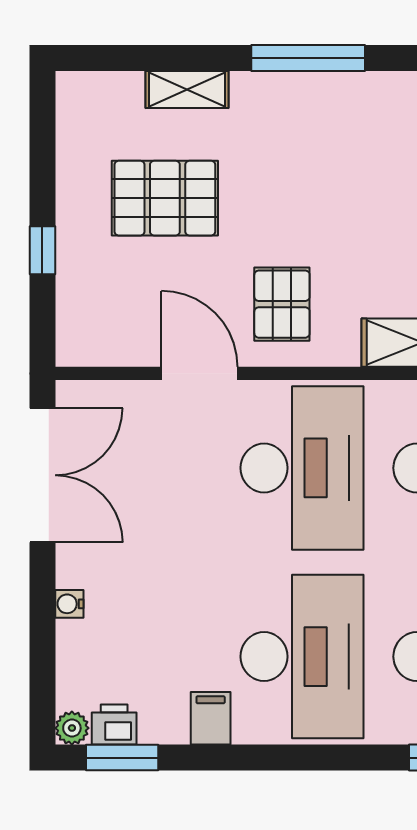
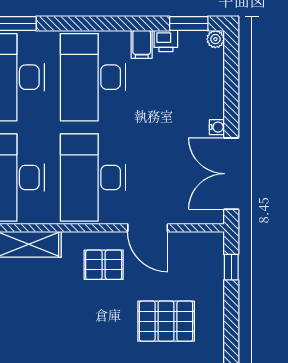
window: (42, 250) -> (231, 267), moved
pallet: (282, 304) -> (104, 265), turned 90
water cooler: (69, 604) -> (217, 127), moved
printer: (114, 725) -> (166, 41), moved

